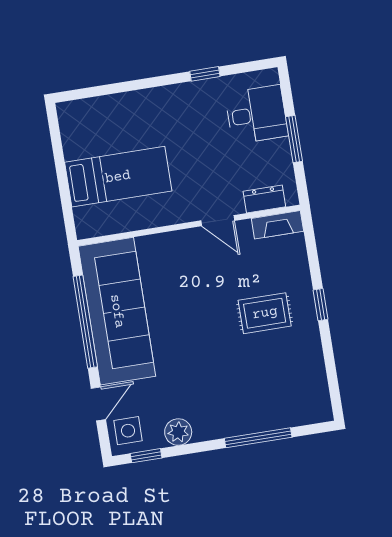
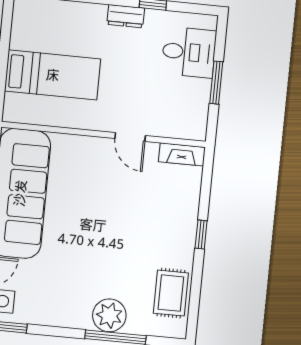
dresser: (264, 199) -> (126, 16), moved, turned 180
rug: (265, 313) -> (171, 293), moved, turned 90
plant: (178, 432) -> (109, 315), moved, width x1.36, depth x1.36

